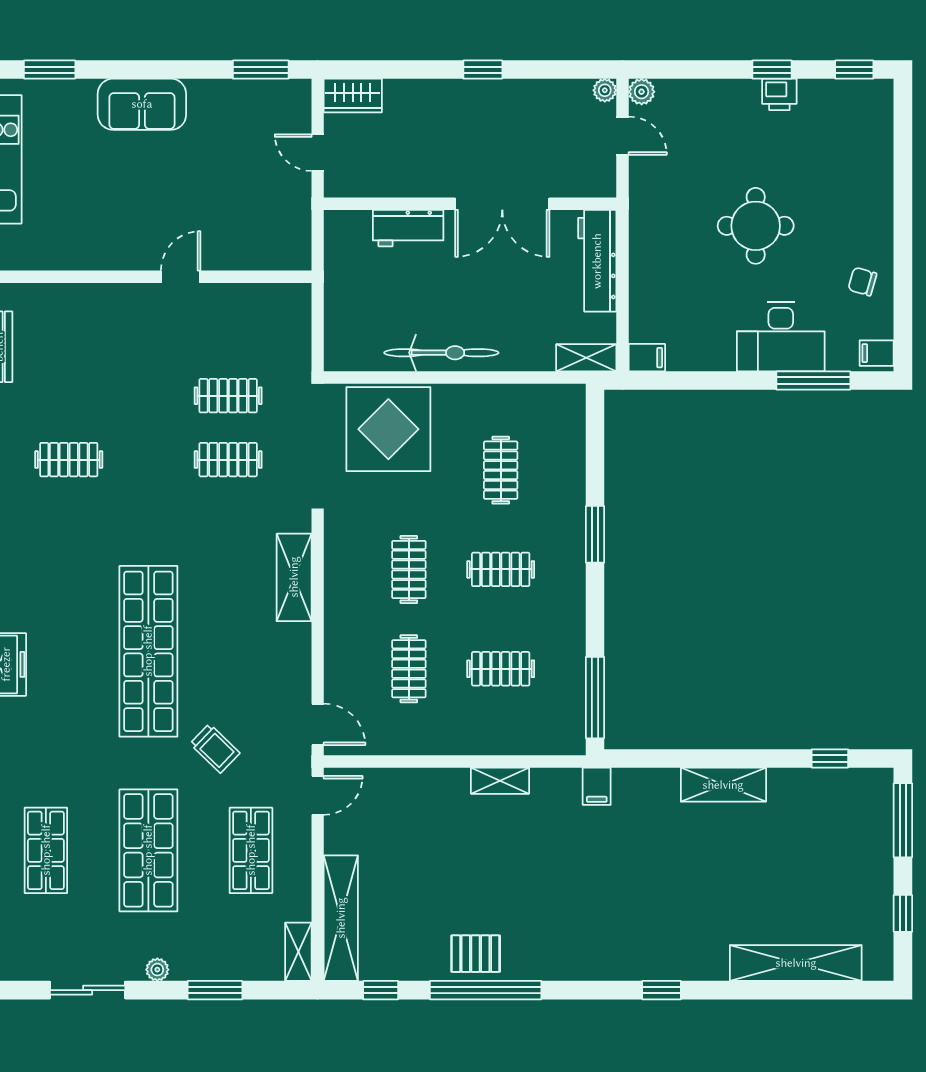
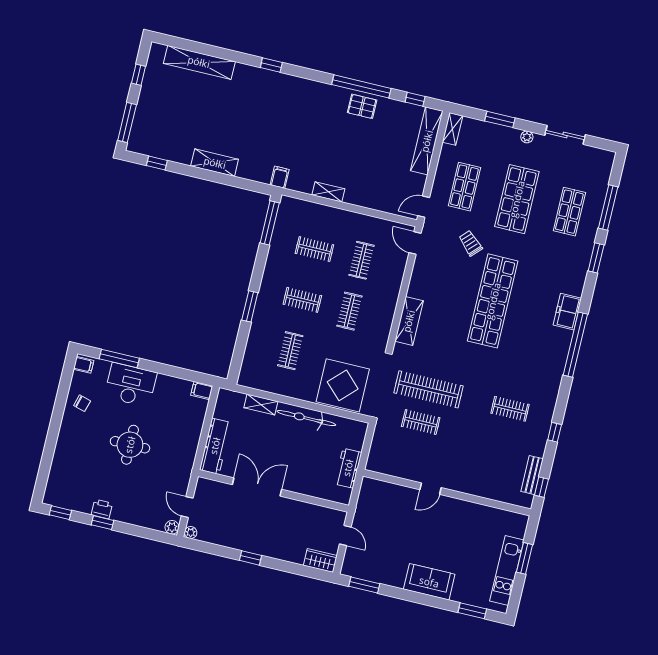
workbench: (408, 228) -> (348, 468), moved, turned -90
shelving: (586, 358) -> (261, 405), moved
clothes rail: (228, 460) -> (428, 389), width x1.86, depth x1.31

